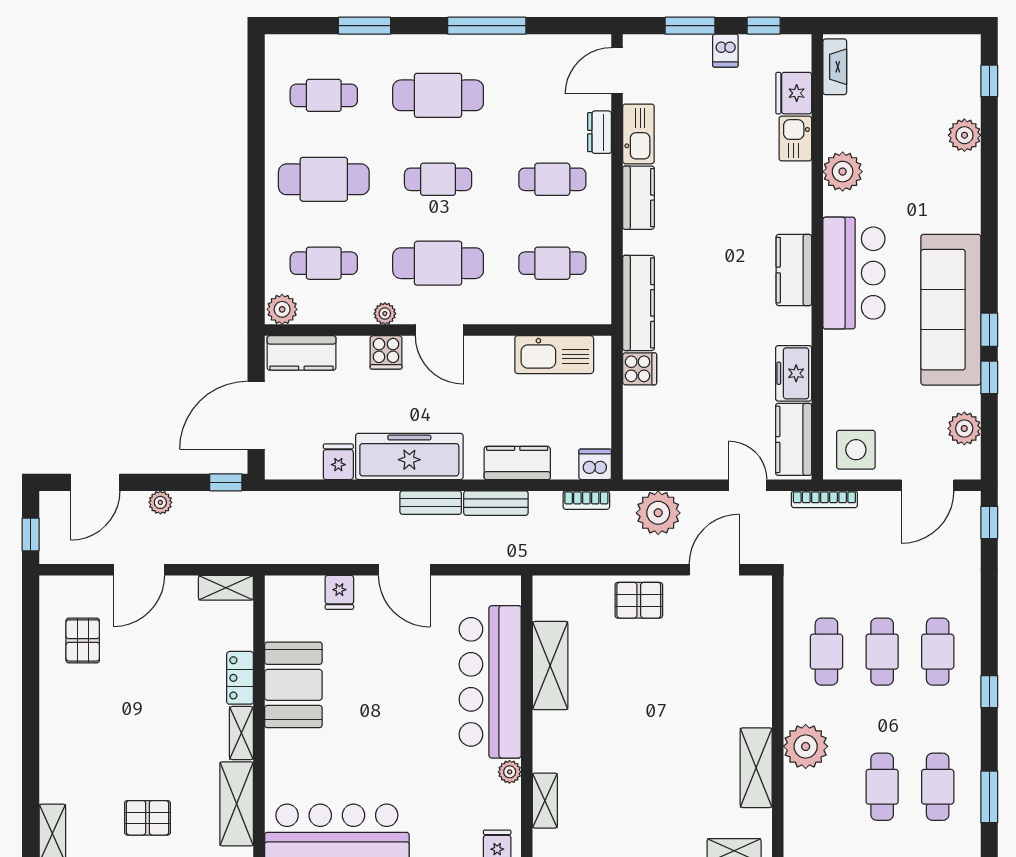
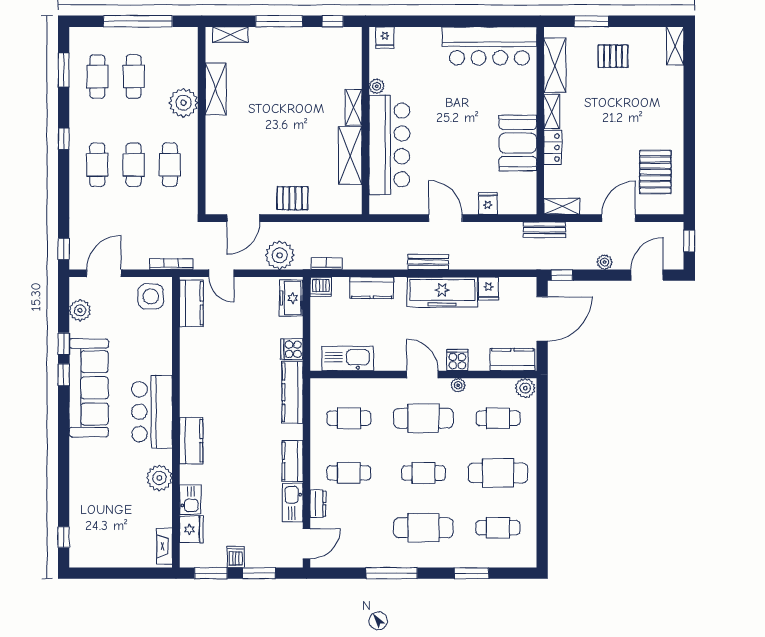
window: (764, 26) -> (211, 573), width x1.50
plant: (964, 135) -> (80, 502), removed
kitchen counter: (794, 270) -> (191, 441), moved
freezer: (794, 373) -> (291, 298), moved, turned 180
bench: (496, 503) -> (544, 230), moved
pallet: (83, 640) -> (655, 172), width x1.50, depth x1.42
shelving: (545, 801) -> (354, 107), moved

